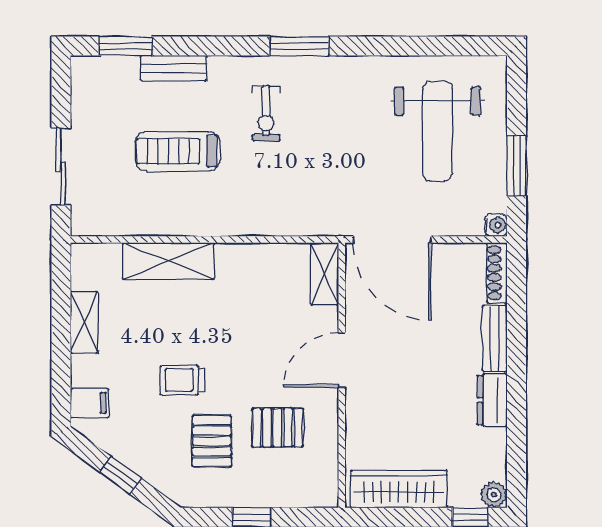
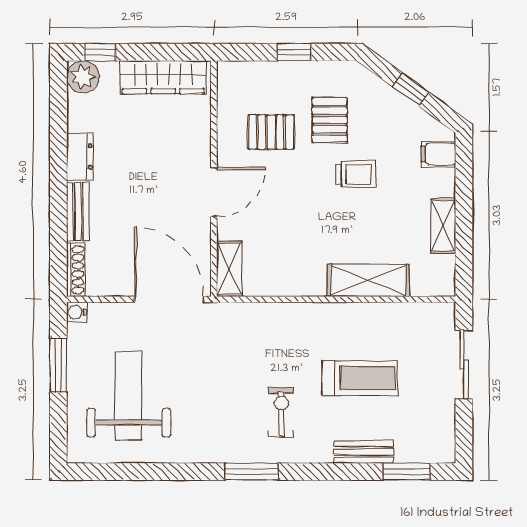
plant: (494, 495) -> (83, 77), width x1.38, depth x1.38

